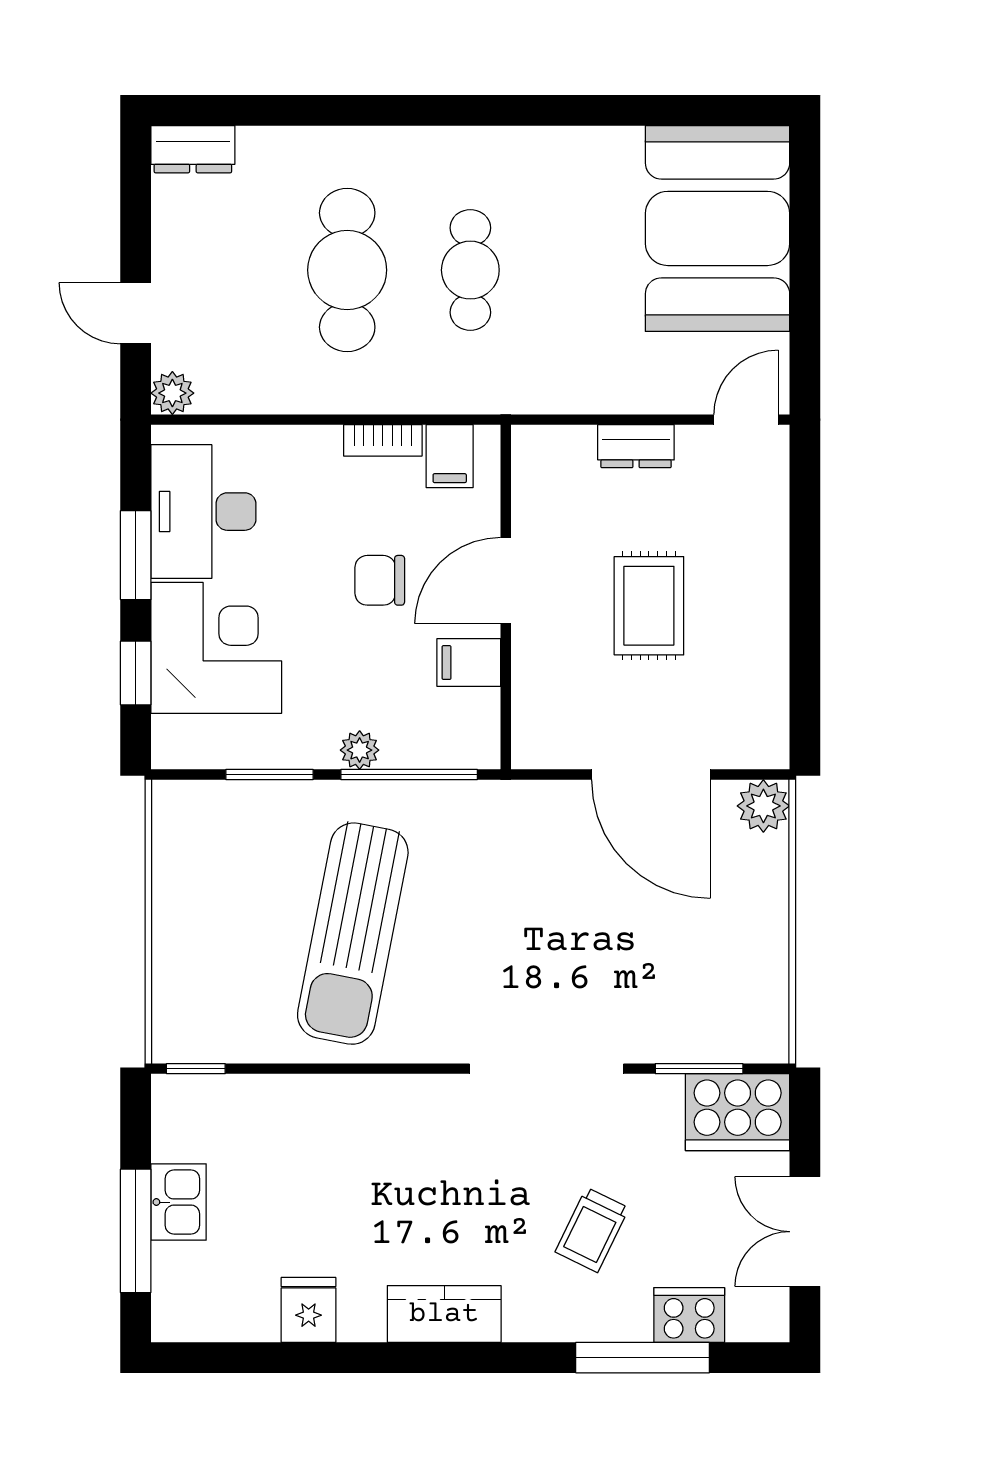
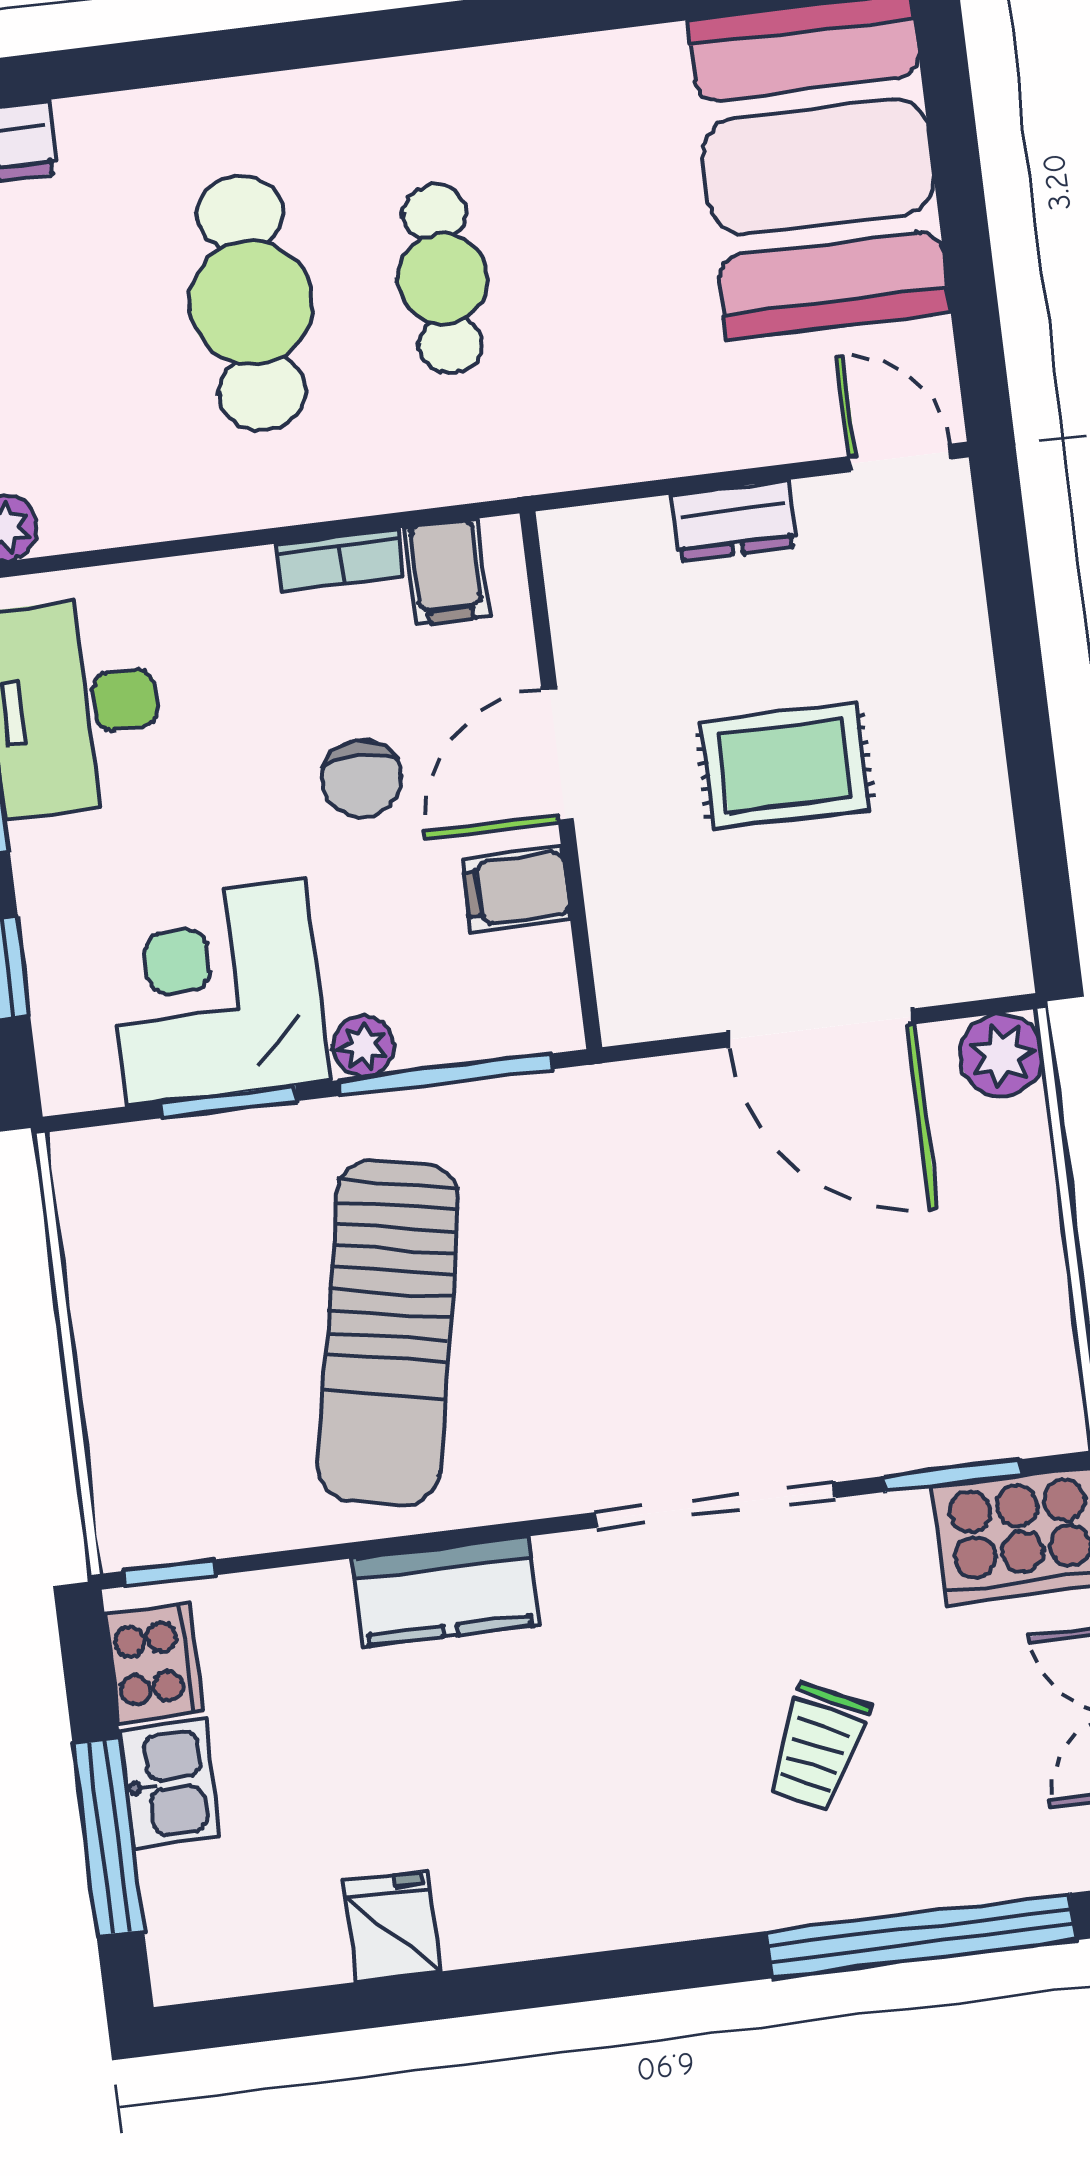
door: (746, 420) -> (900, 458), hinge flipped
chair: (380, 580) -> (362, 779), turned -90
rug: (649, 606) -> (785, 766), turned 90
corner desk: (216, 648) -> (216, 992), moved, turned -90
kitchen counter: (444, 1314) -> (446, 1592), moved, turned 180
cooker: (689, 1315) -> (154, 1663), moved, turned 90
window: (643, 1358) -> (921, 1936), width x1.46

